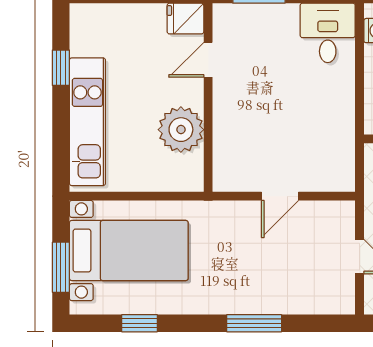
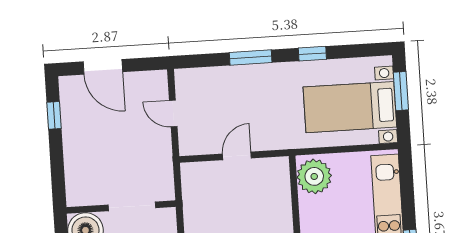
plant: (181, 130) -> (314, 176), moved
window: (140, 323) -> (312, 54), moved

